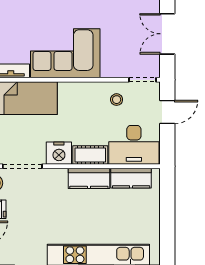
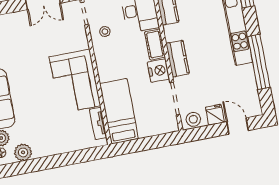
kitchen counter: (89, 178) -> (178, 59), moved

